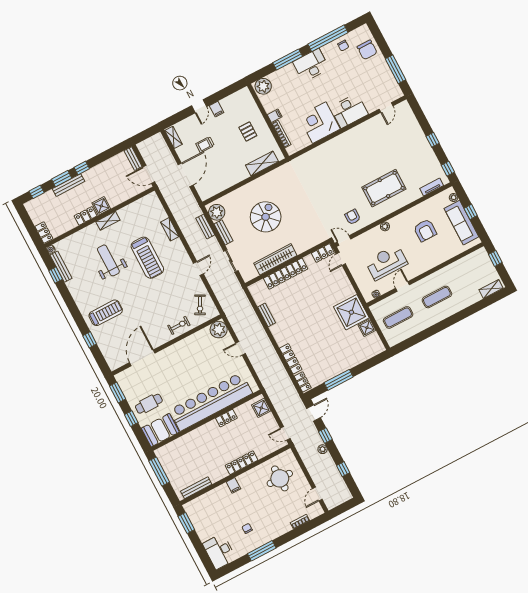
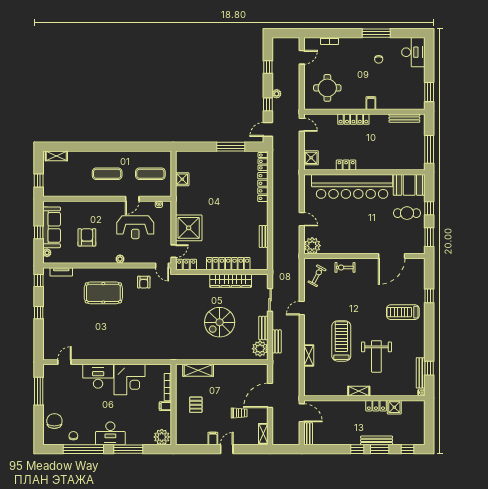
shower: (101, 206) -> (394, 407), moved
locker: (44, 232) -> (420, 410), removed
shower: (351, 312) -> (189, 228), moved

